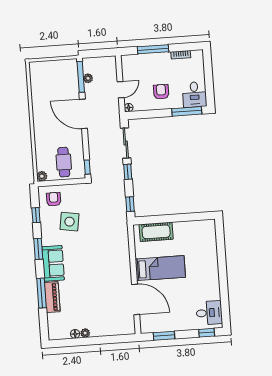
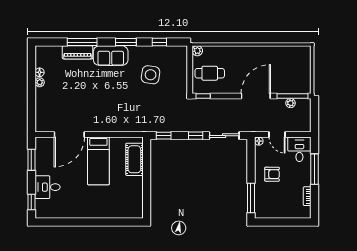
desk: (194, 95) -> (299, 149), moved, turned 90
armchair: (54, 199) -> (174, 61), removed
desk: (209, 313) -> (48, 187), moved, turned 90

